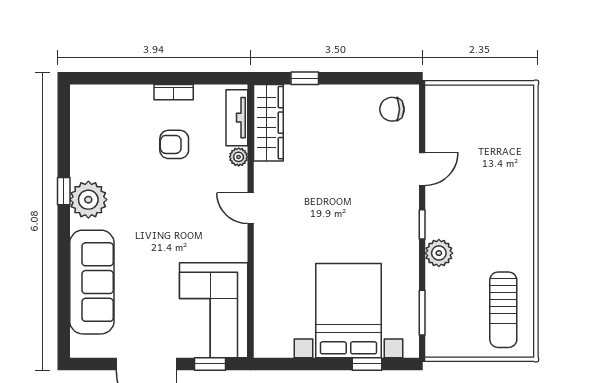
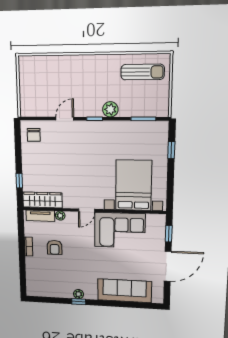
door: (422, 169) -> (65, 119), hinge flipped
plant: (88, 200) -> (79, 294), width x0.53, depth x0.53
corner sofa: (214, 310) -> (120, 230), moved
bed with nightstands: (348, 311) -> (134, 185), moved, turned 90

